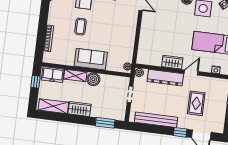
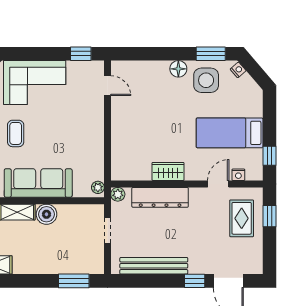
sofa: (91, 59) -> (38, 183), width x1.36
door: (191, 72) -> (218, 184), moved
rug: (196, 103) -> (242, 218), moved
wardrobe: (80, 109) -> (31, 264), removed

